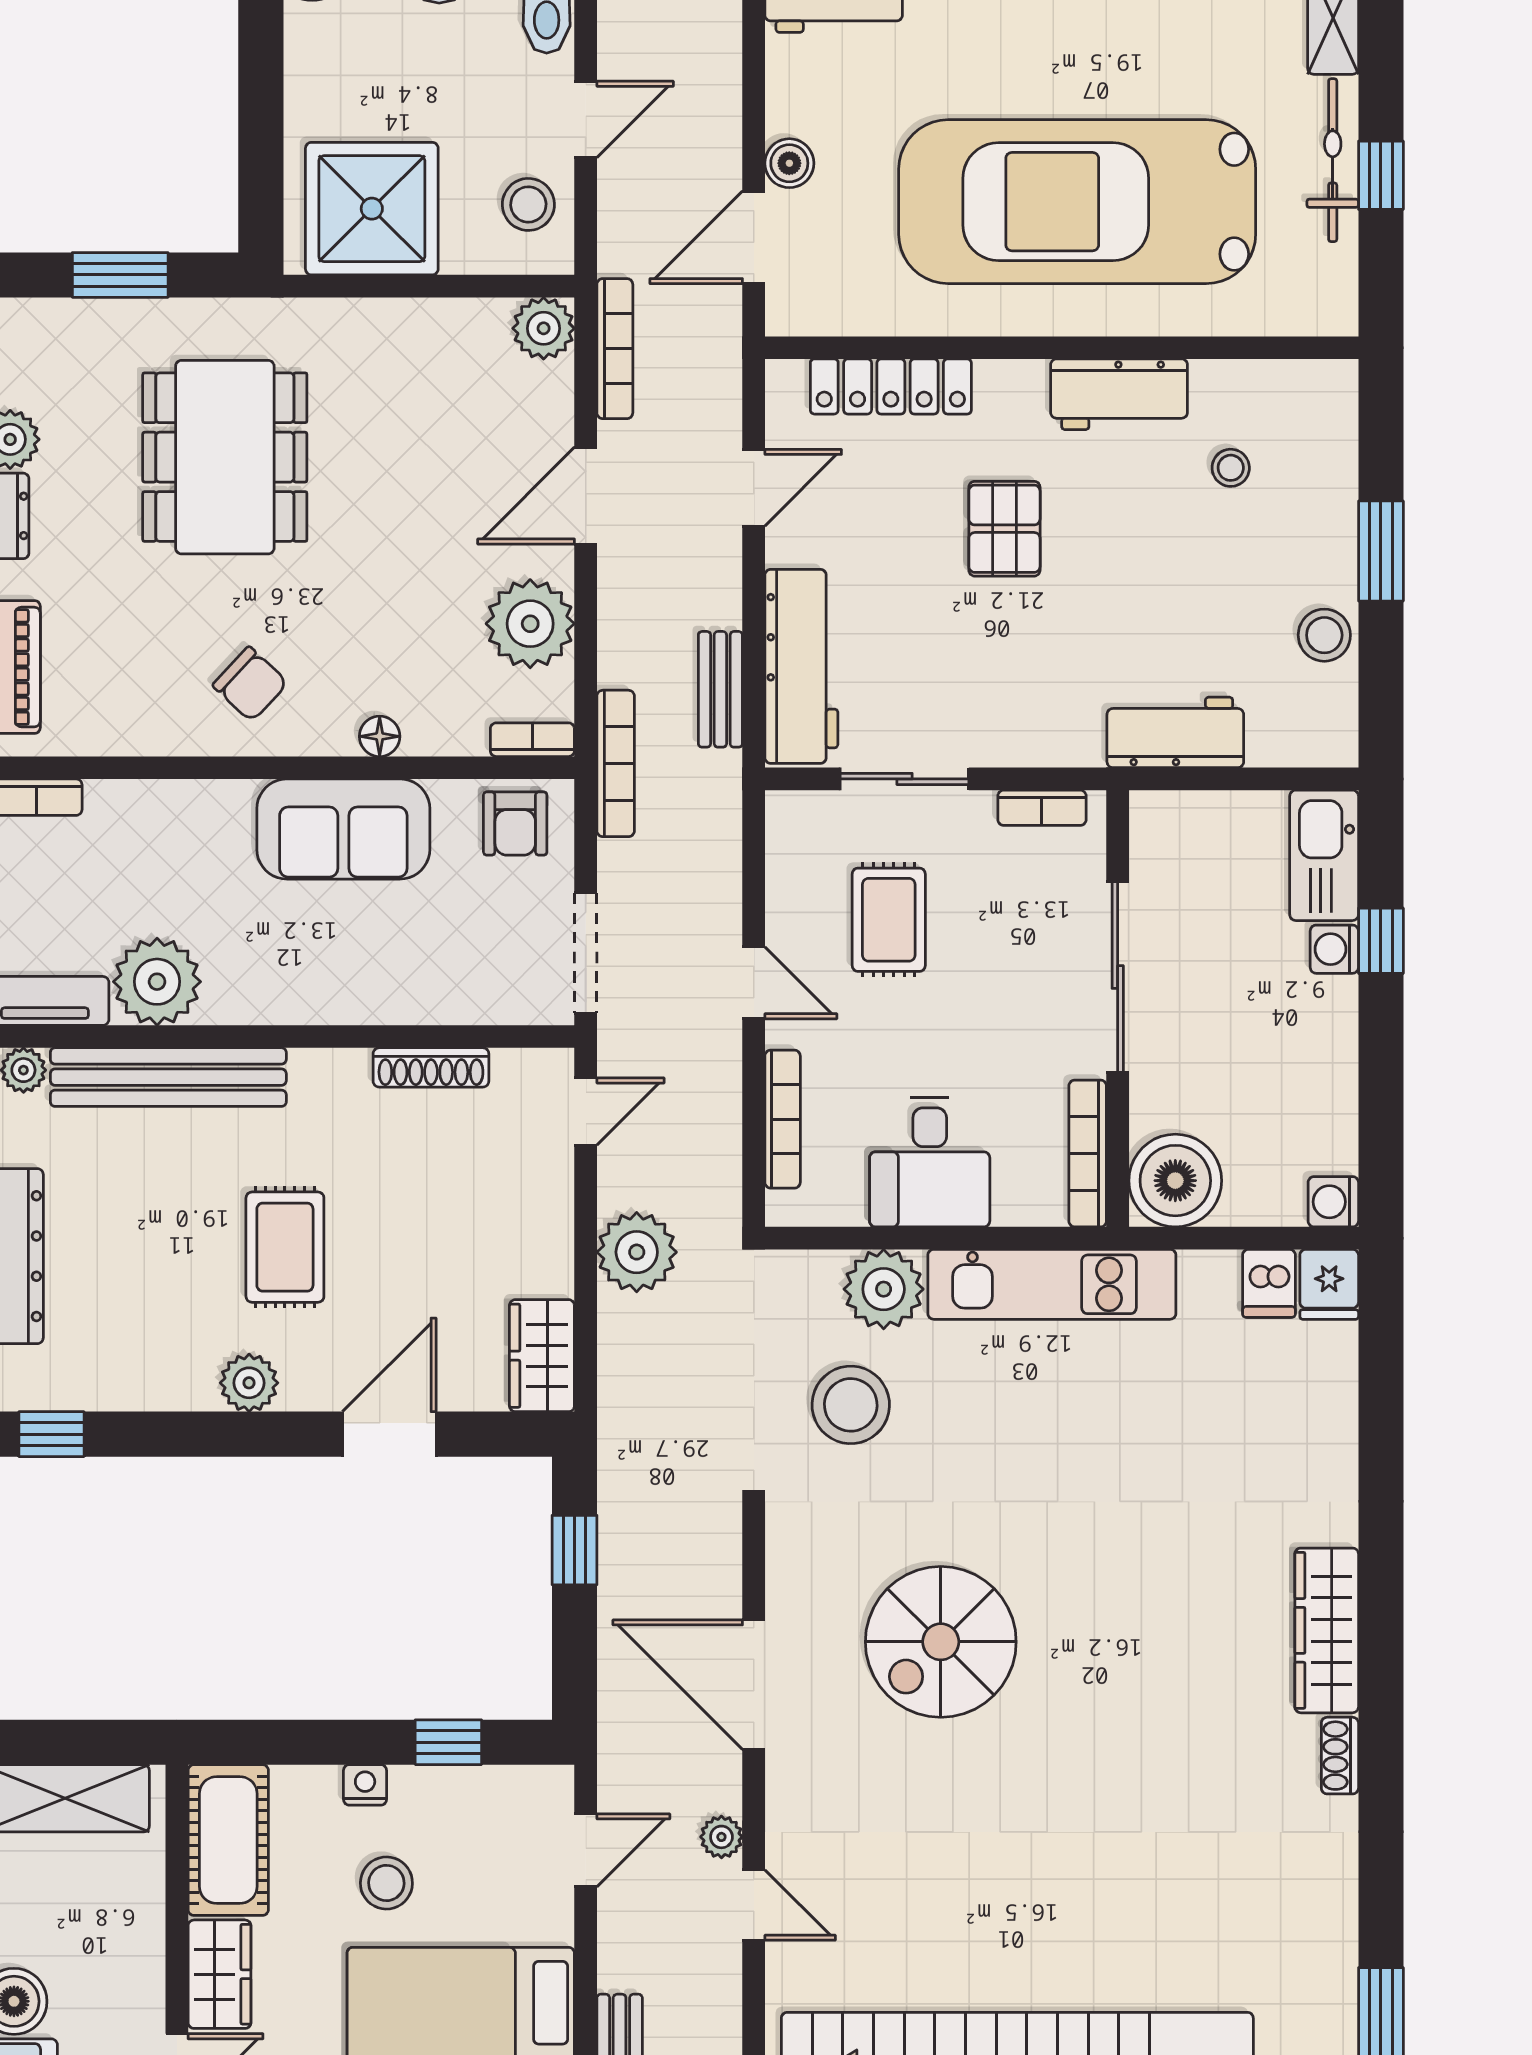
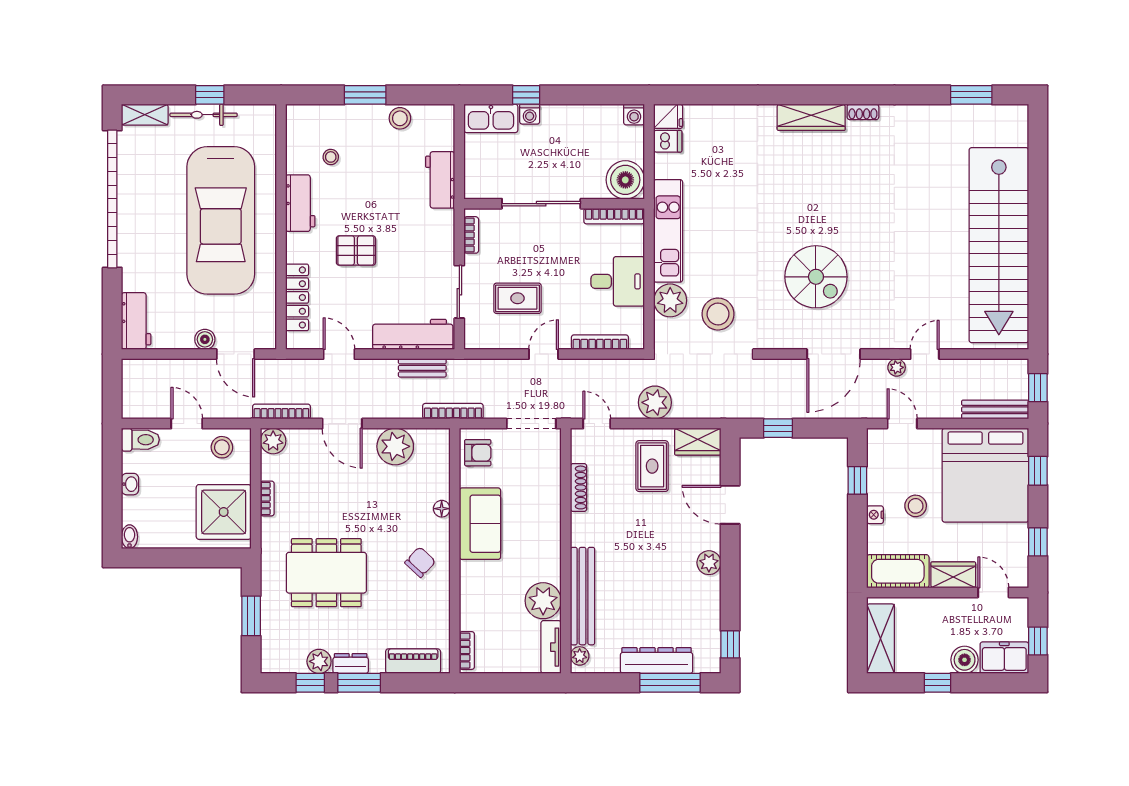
bookcase: (532, 740) -> (267, 498), moved, turned 180
rug: (285, 1247) -> (652, 466), moved, turned 90

